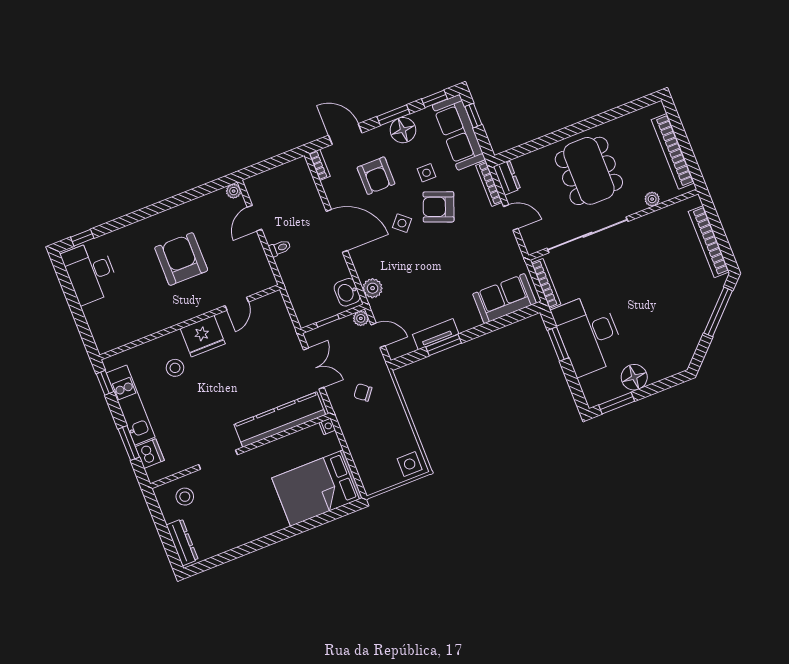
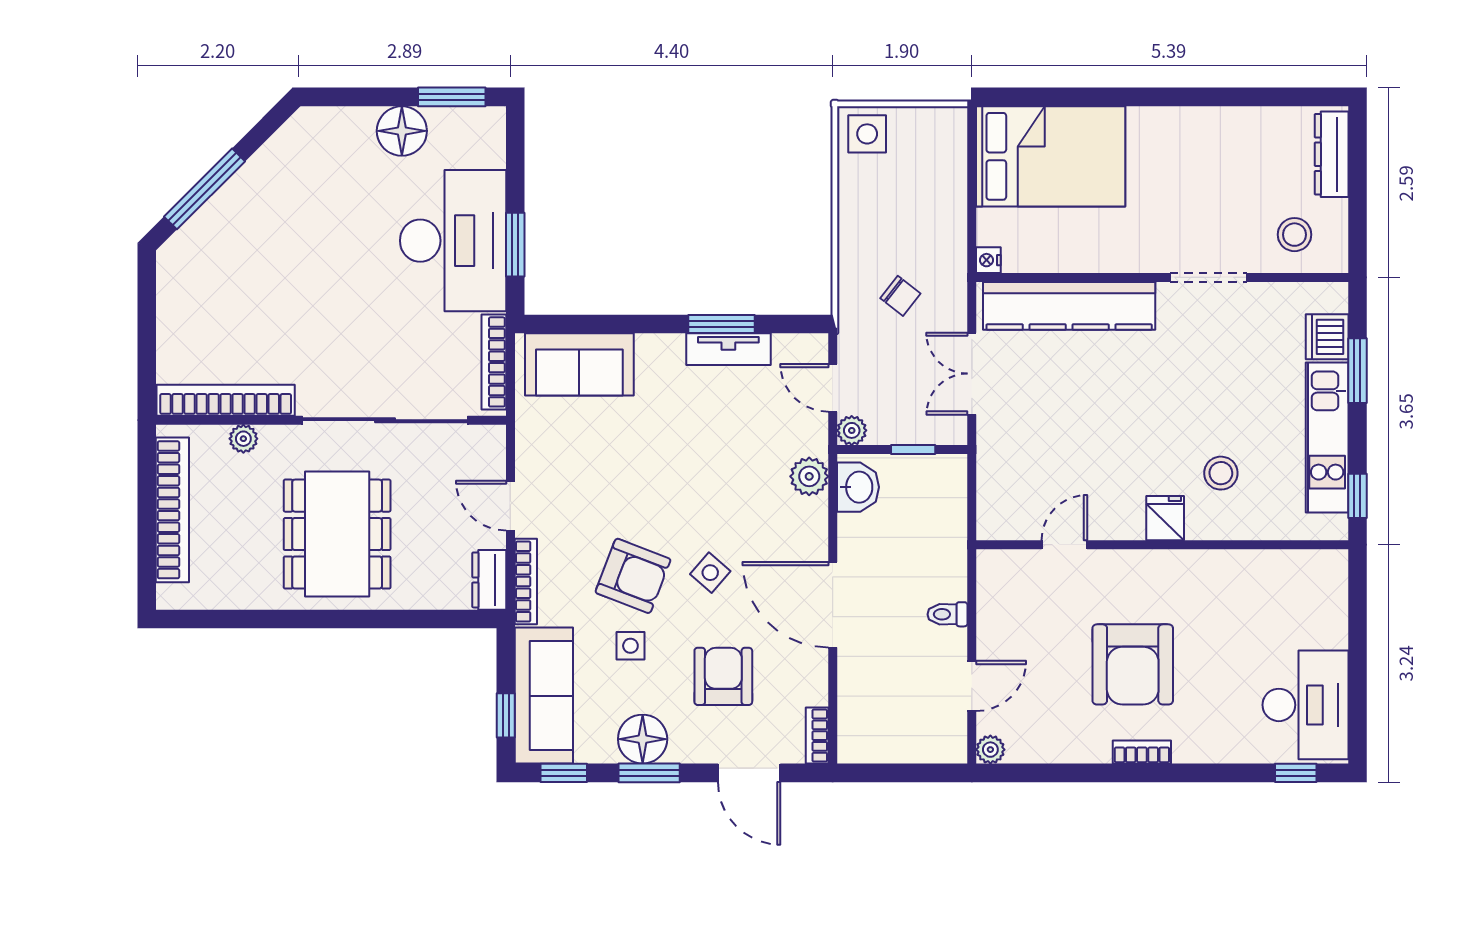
bookcase: (160, 219) -> (1142, 752), added
bookcase: (709, 242) -> (226, 400), moved, turned -90
fridge: (203, 336) -> (1165, 518), width x0.53, depth x0.75

